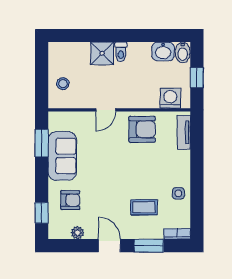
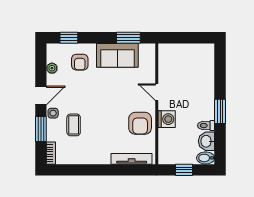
window: (128, 36) -> (220, 111), added
toilet: (121, 52) -> (206, 126), moved
shower: (102, 53) -> (205, 89), removed
stool: (63, 84) -> (179, 56), removed
washing machine: (170, 98) -> (167, 119), moved
tv unit: (184, 132) -> (132, 159), width x1.41
side table: (178, 193) -> (53, 113), moved

